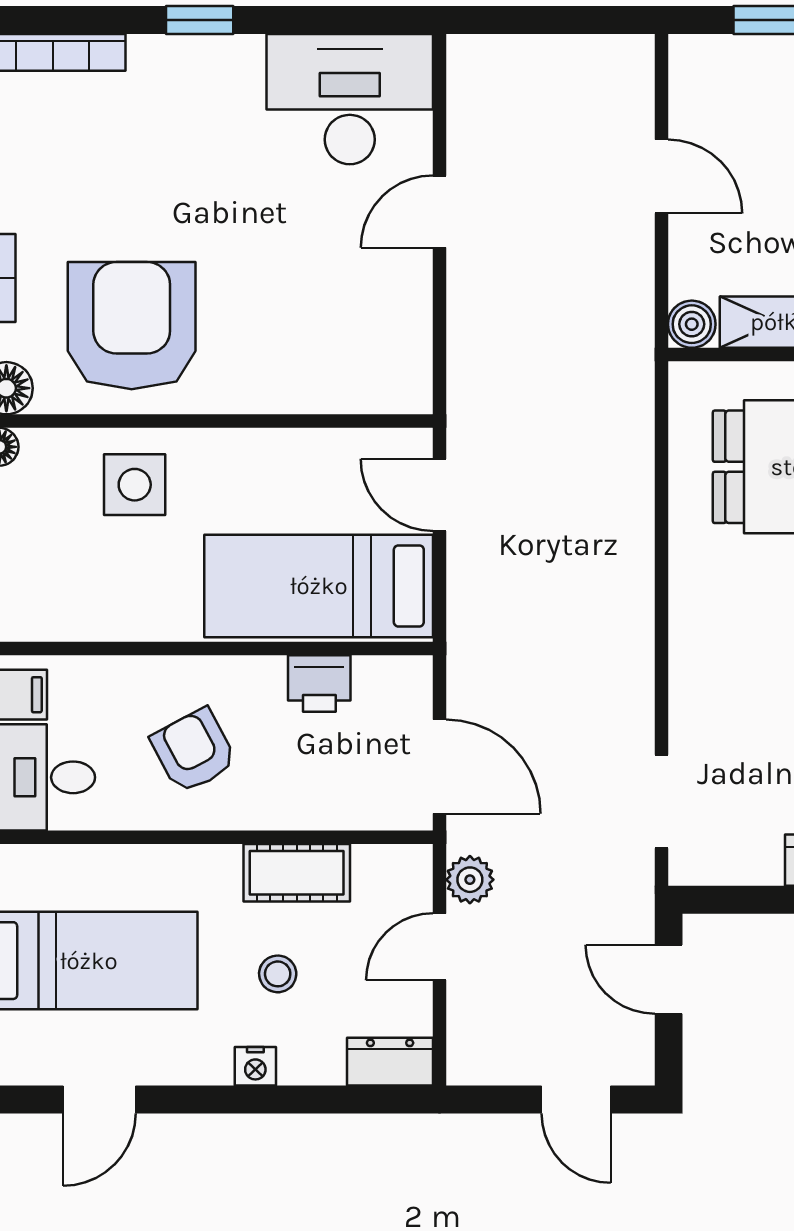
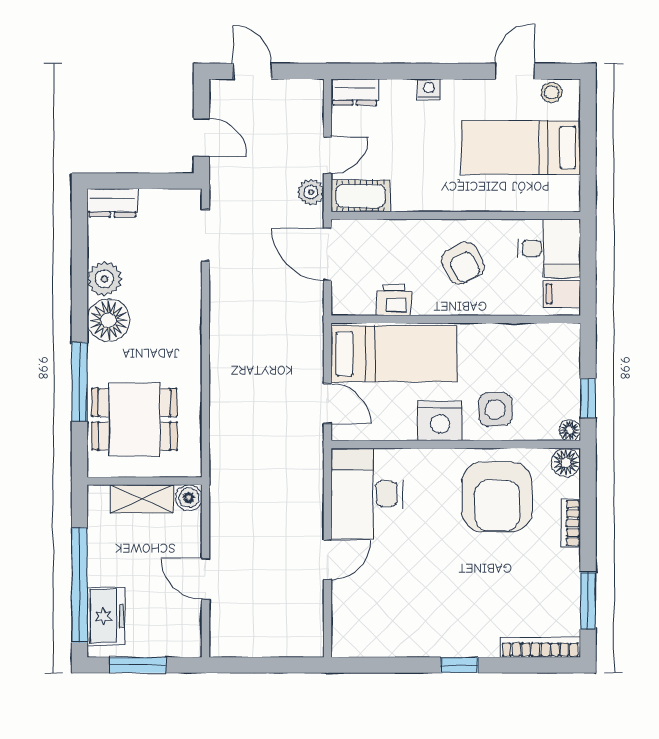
desk: (350, 99) -> (367, 494), moved, turned 90
nightstand: (235, 464) -> (440, 421), added
cot: (297, 873) -> (360, 196), moved
stool: (278, 974) -> (552, 92), moved

